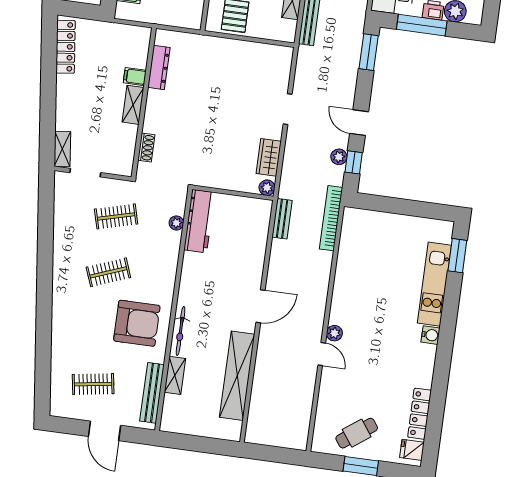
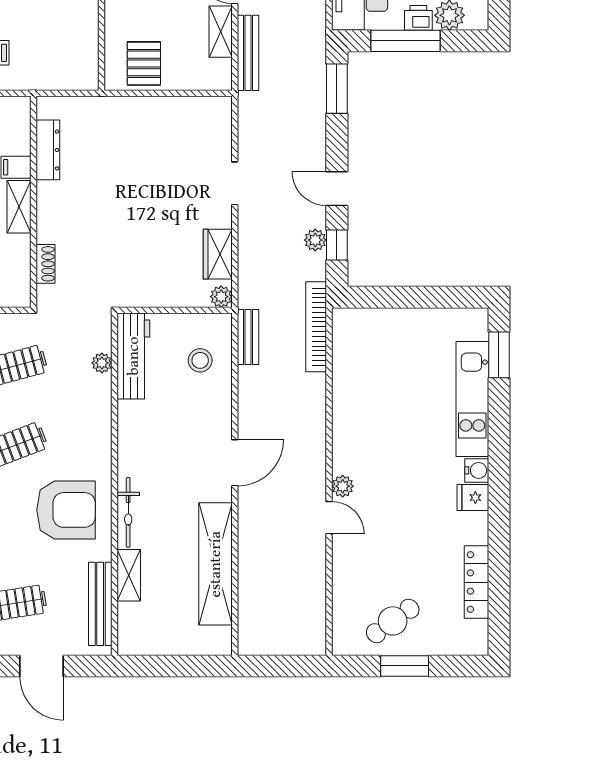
stool: (246, 231) -> (200, 360), added
fridge: (412, 450) -> (473, 498), moved

